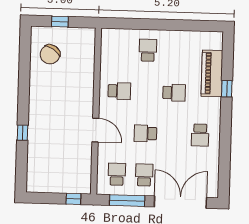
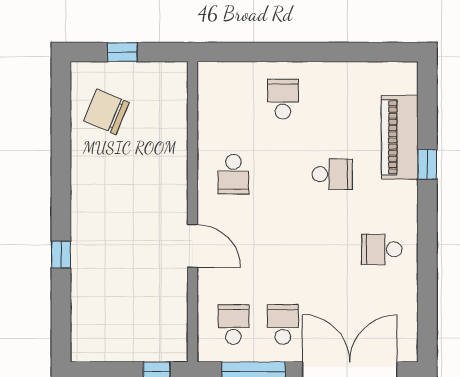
chair: (50, 54) -> (106, 112), turned 79
school desk: (119, 91) -> (233, 174), turned 90
school desk: (145, 133) -> (283, 249), removed
school desk: (200, 135) -> (382, 249), turned 90

